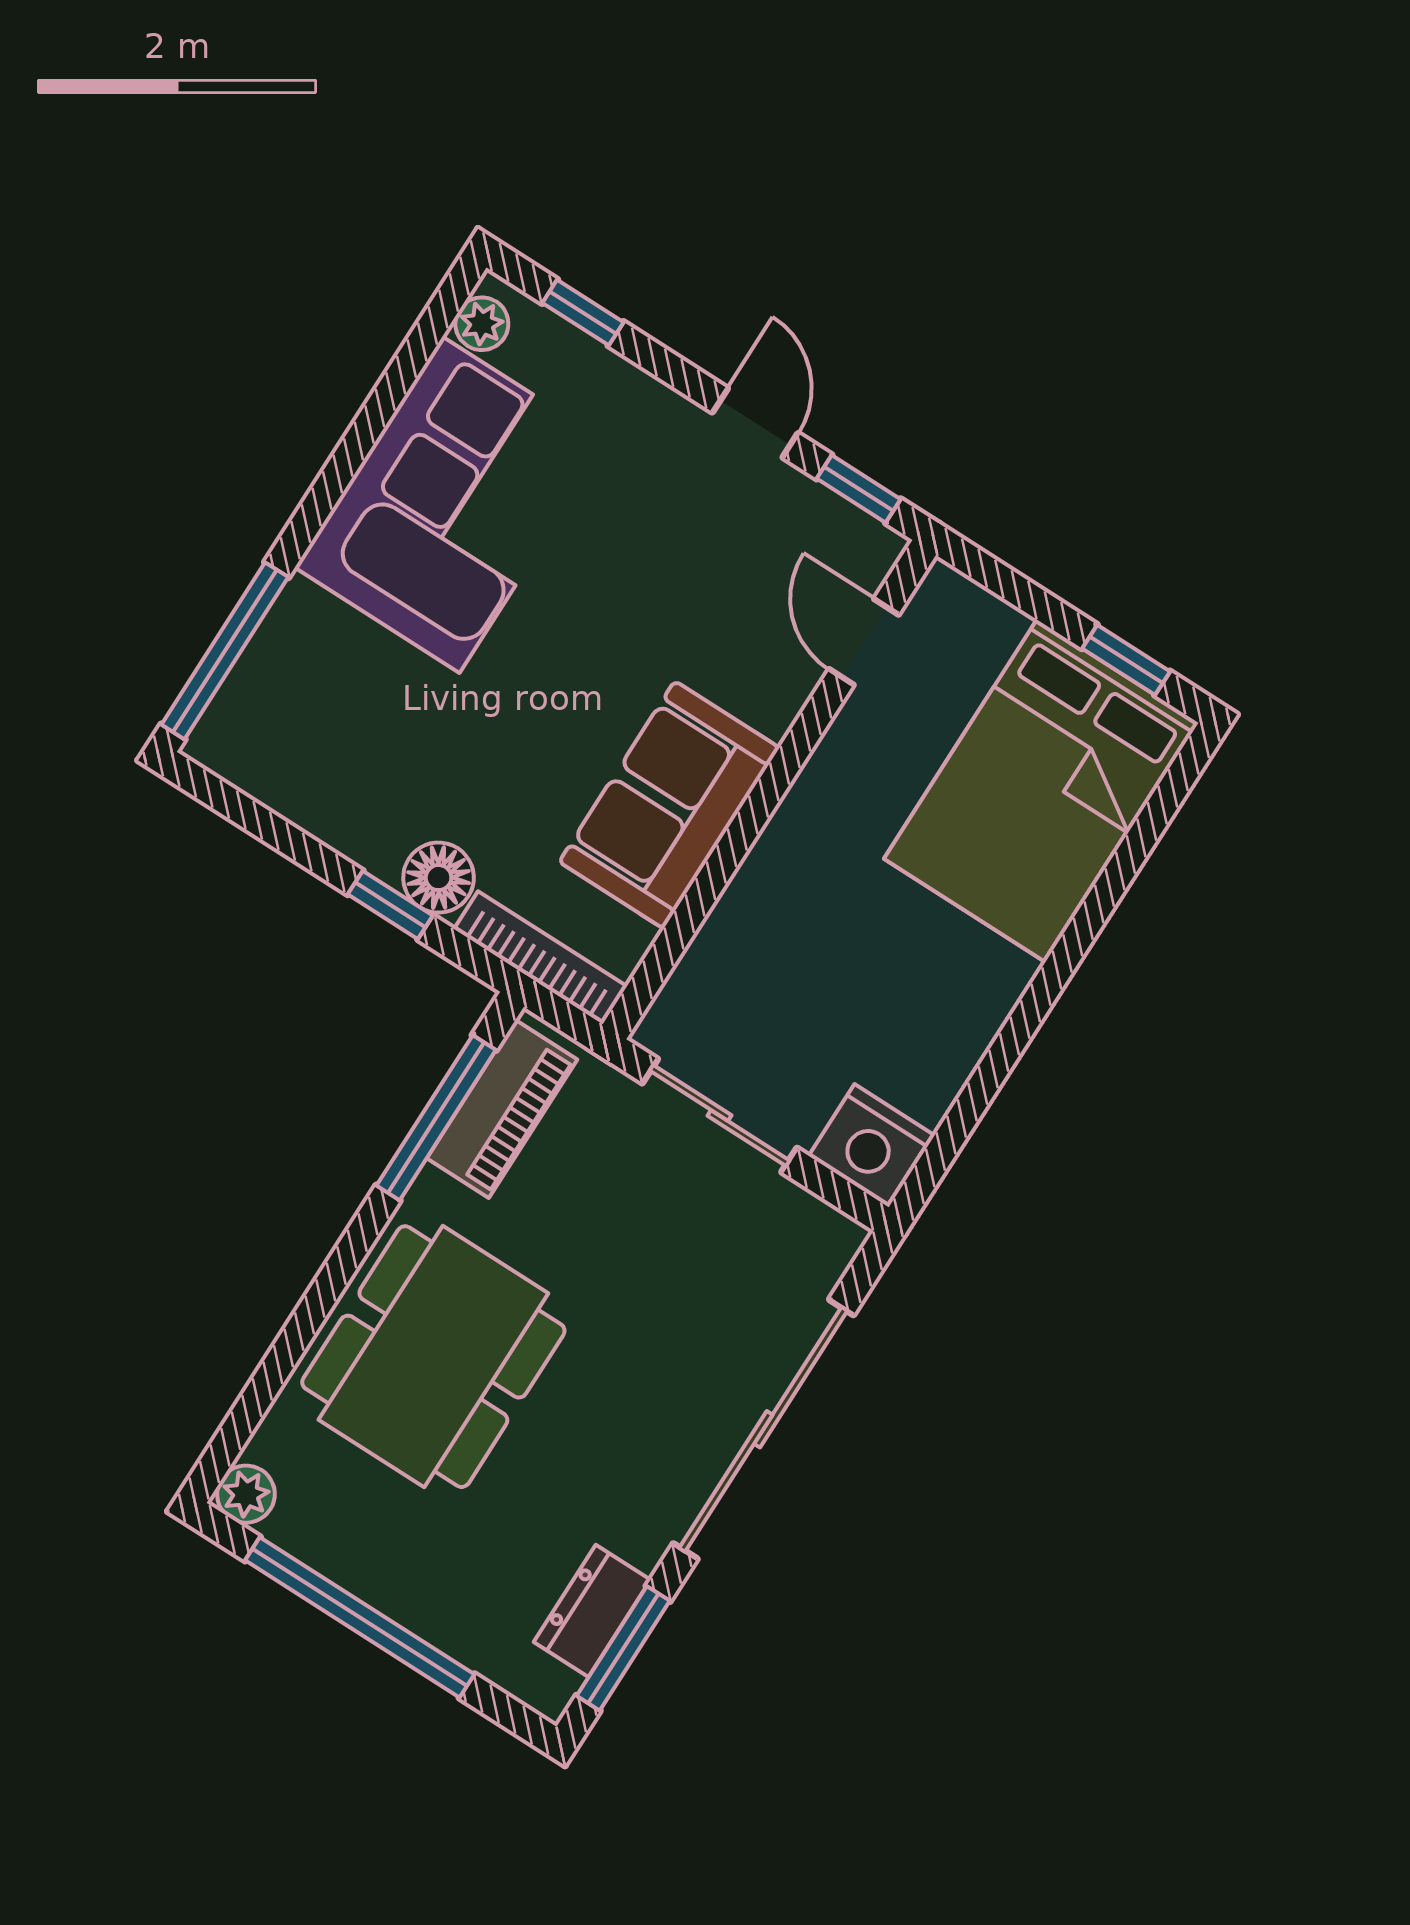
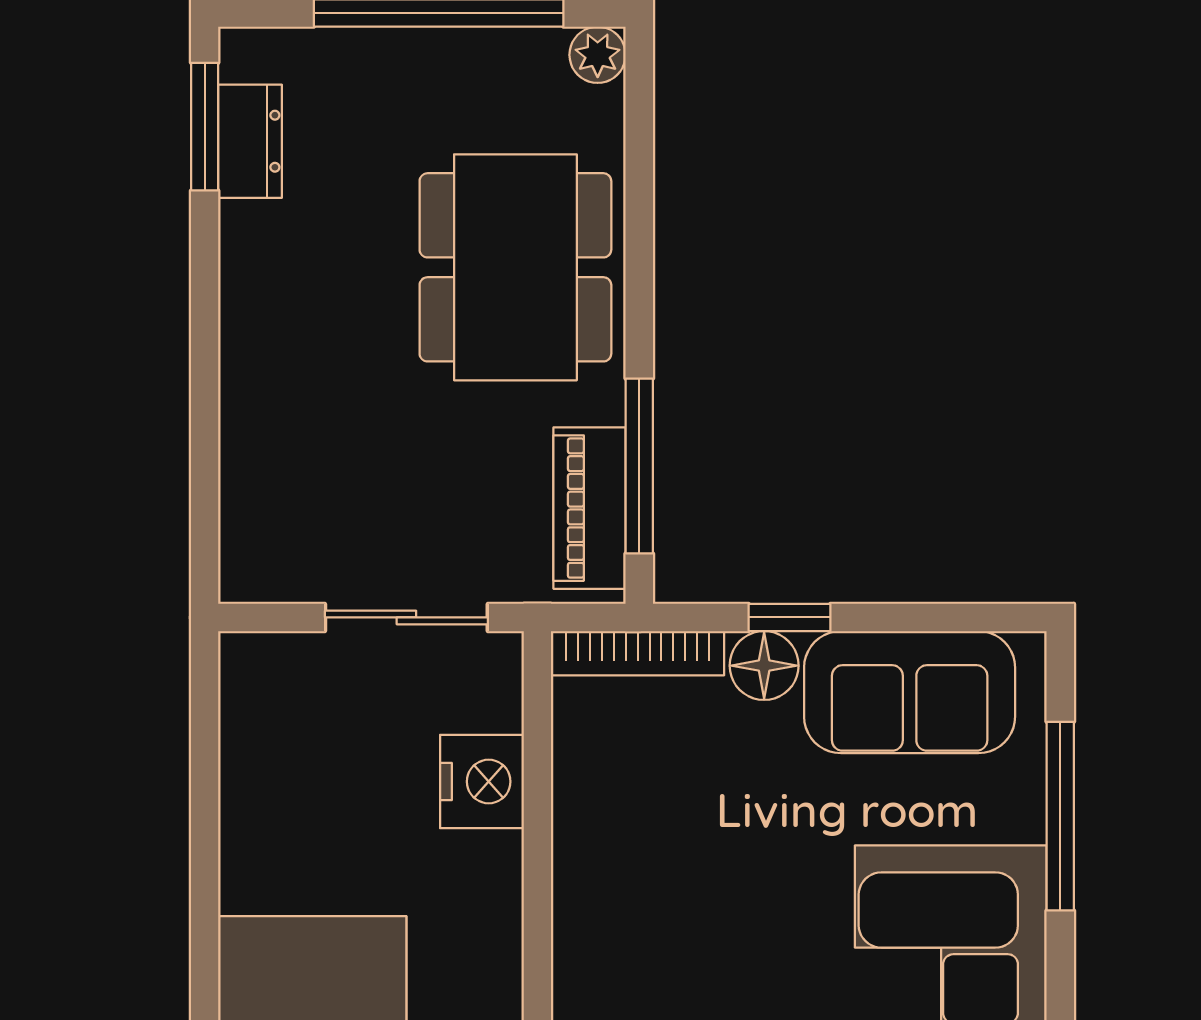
window: (225, 651) -> (1060, 816), moved
sofa: (669, 805) -> (910, 692), moved, turned 90
nightstand: (872, 1146) -> (482, 782), moved, turned 90
sliding door: (763, 1429) -> (205, 382), removed

